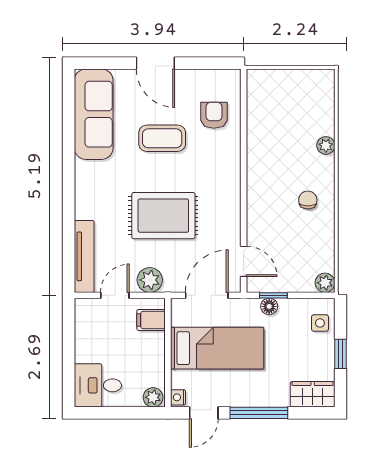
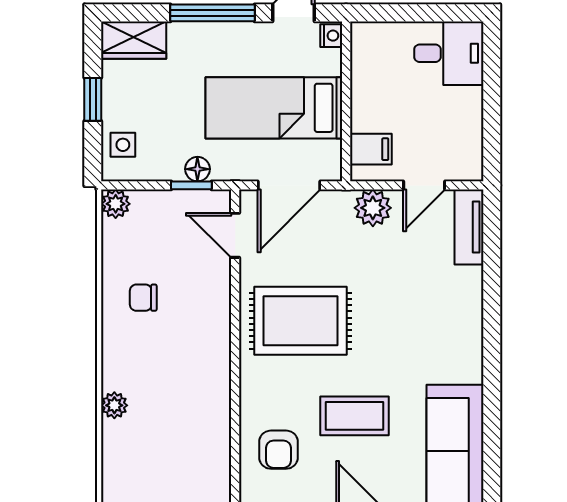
chair: (308, 200) -> (143, 298), moved, turned 90
rug: (163, 216) -> (300, 321), moved
tv unit: (84, 256) -> (469, 227), width x0.71
plant: (153, 397) -> (368, 36), removed

